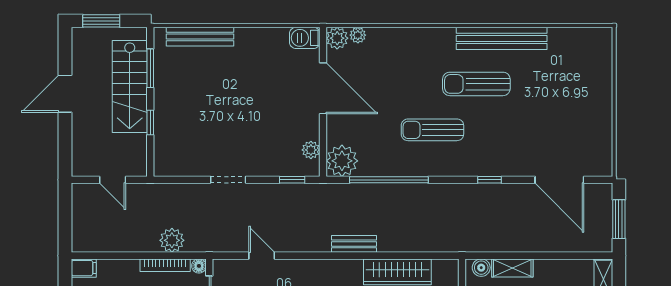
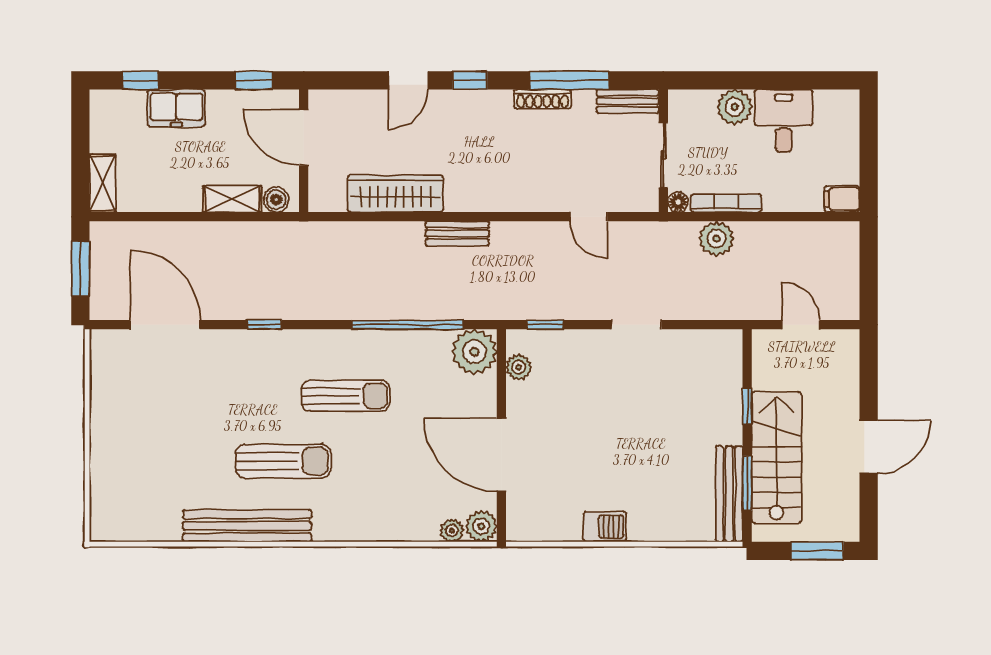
bench: (200, 37) -> (729, 494), moved, turned 90
barbecue: (305, 38) -> (605, 527), moved

